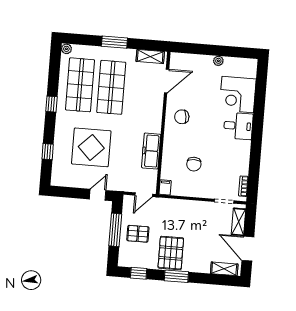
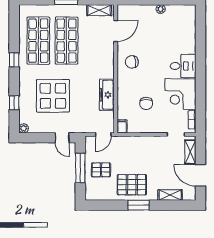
plant: (66, 49) -> (24, 128), moved
corner desk: (238, 94) -> (180, 94), moved
door: (98, 195) -> (62, 138), swing flipped
pallet: (171, 253) -> (132, 185), turned 90
shelving: (224, 269) -> (170, 195), moved
window: (139, 273) -> (104, 205), removed

